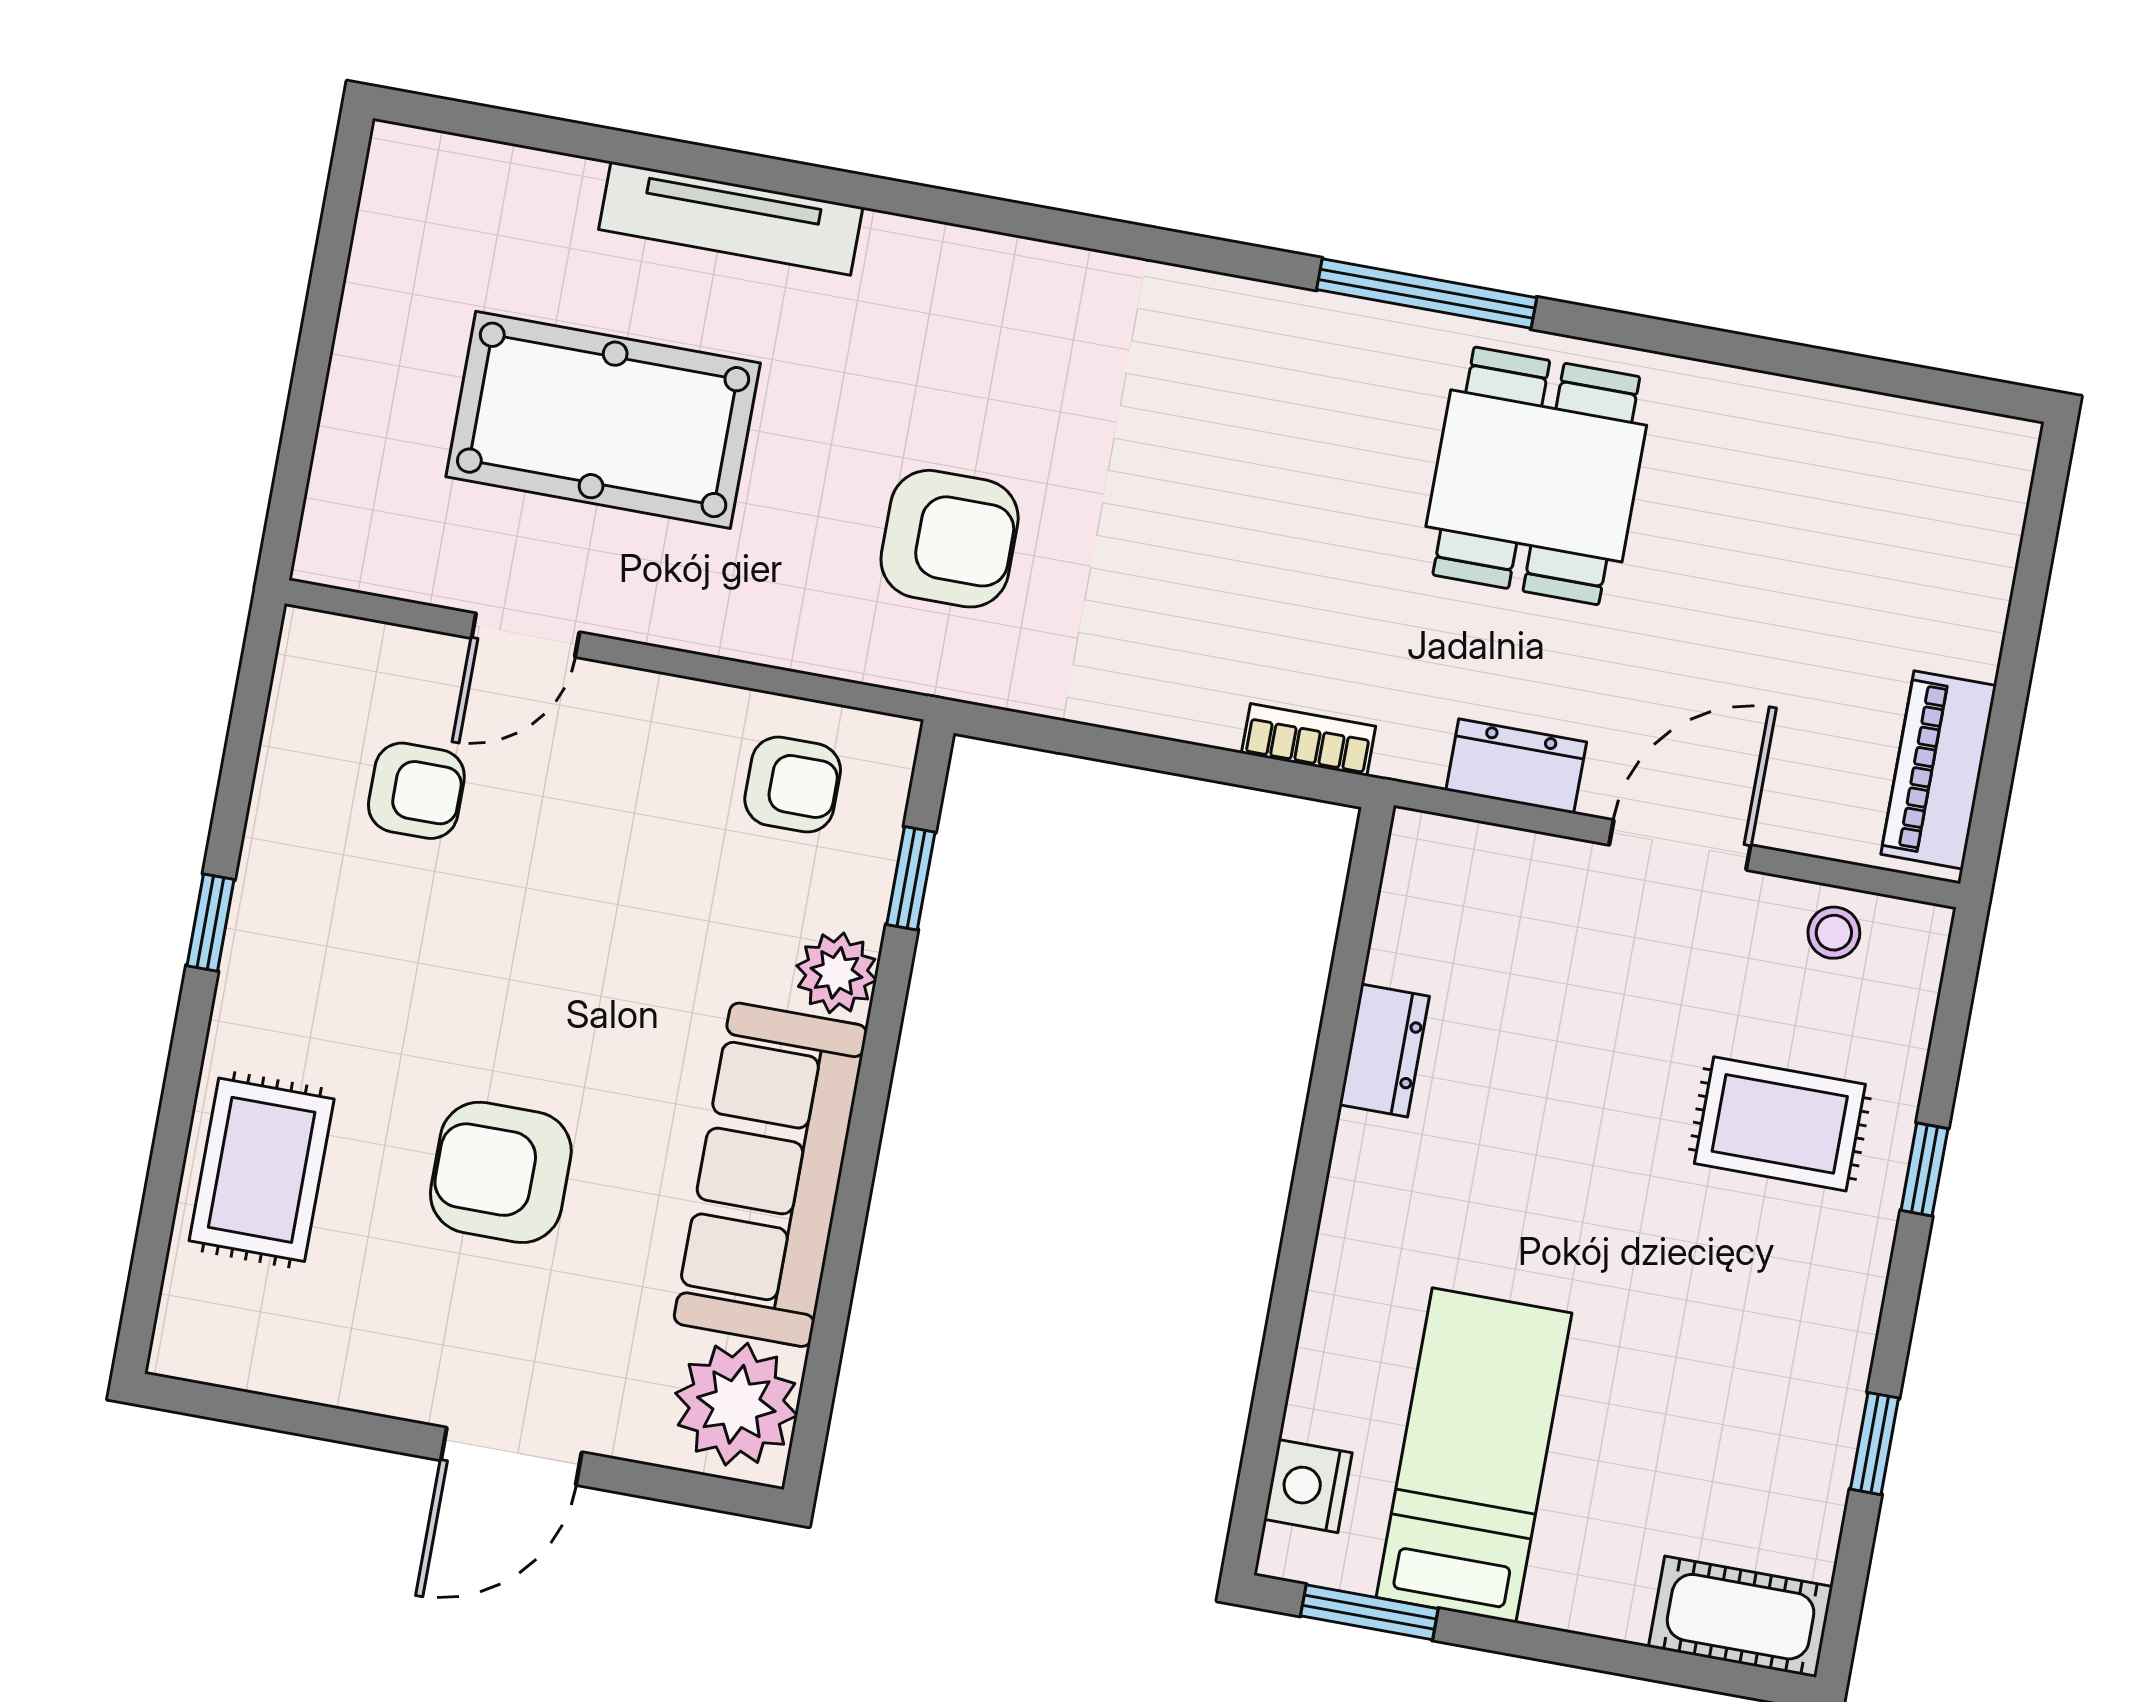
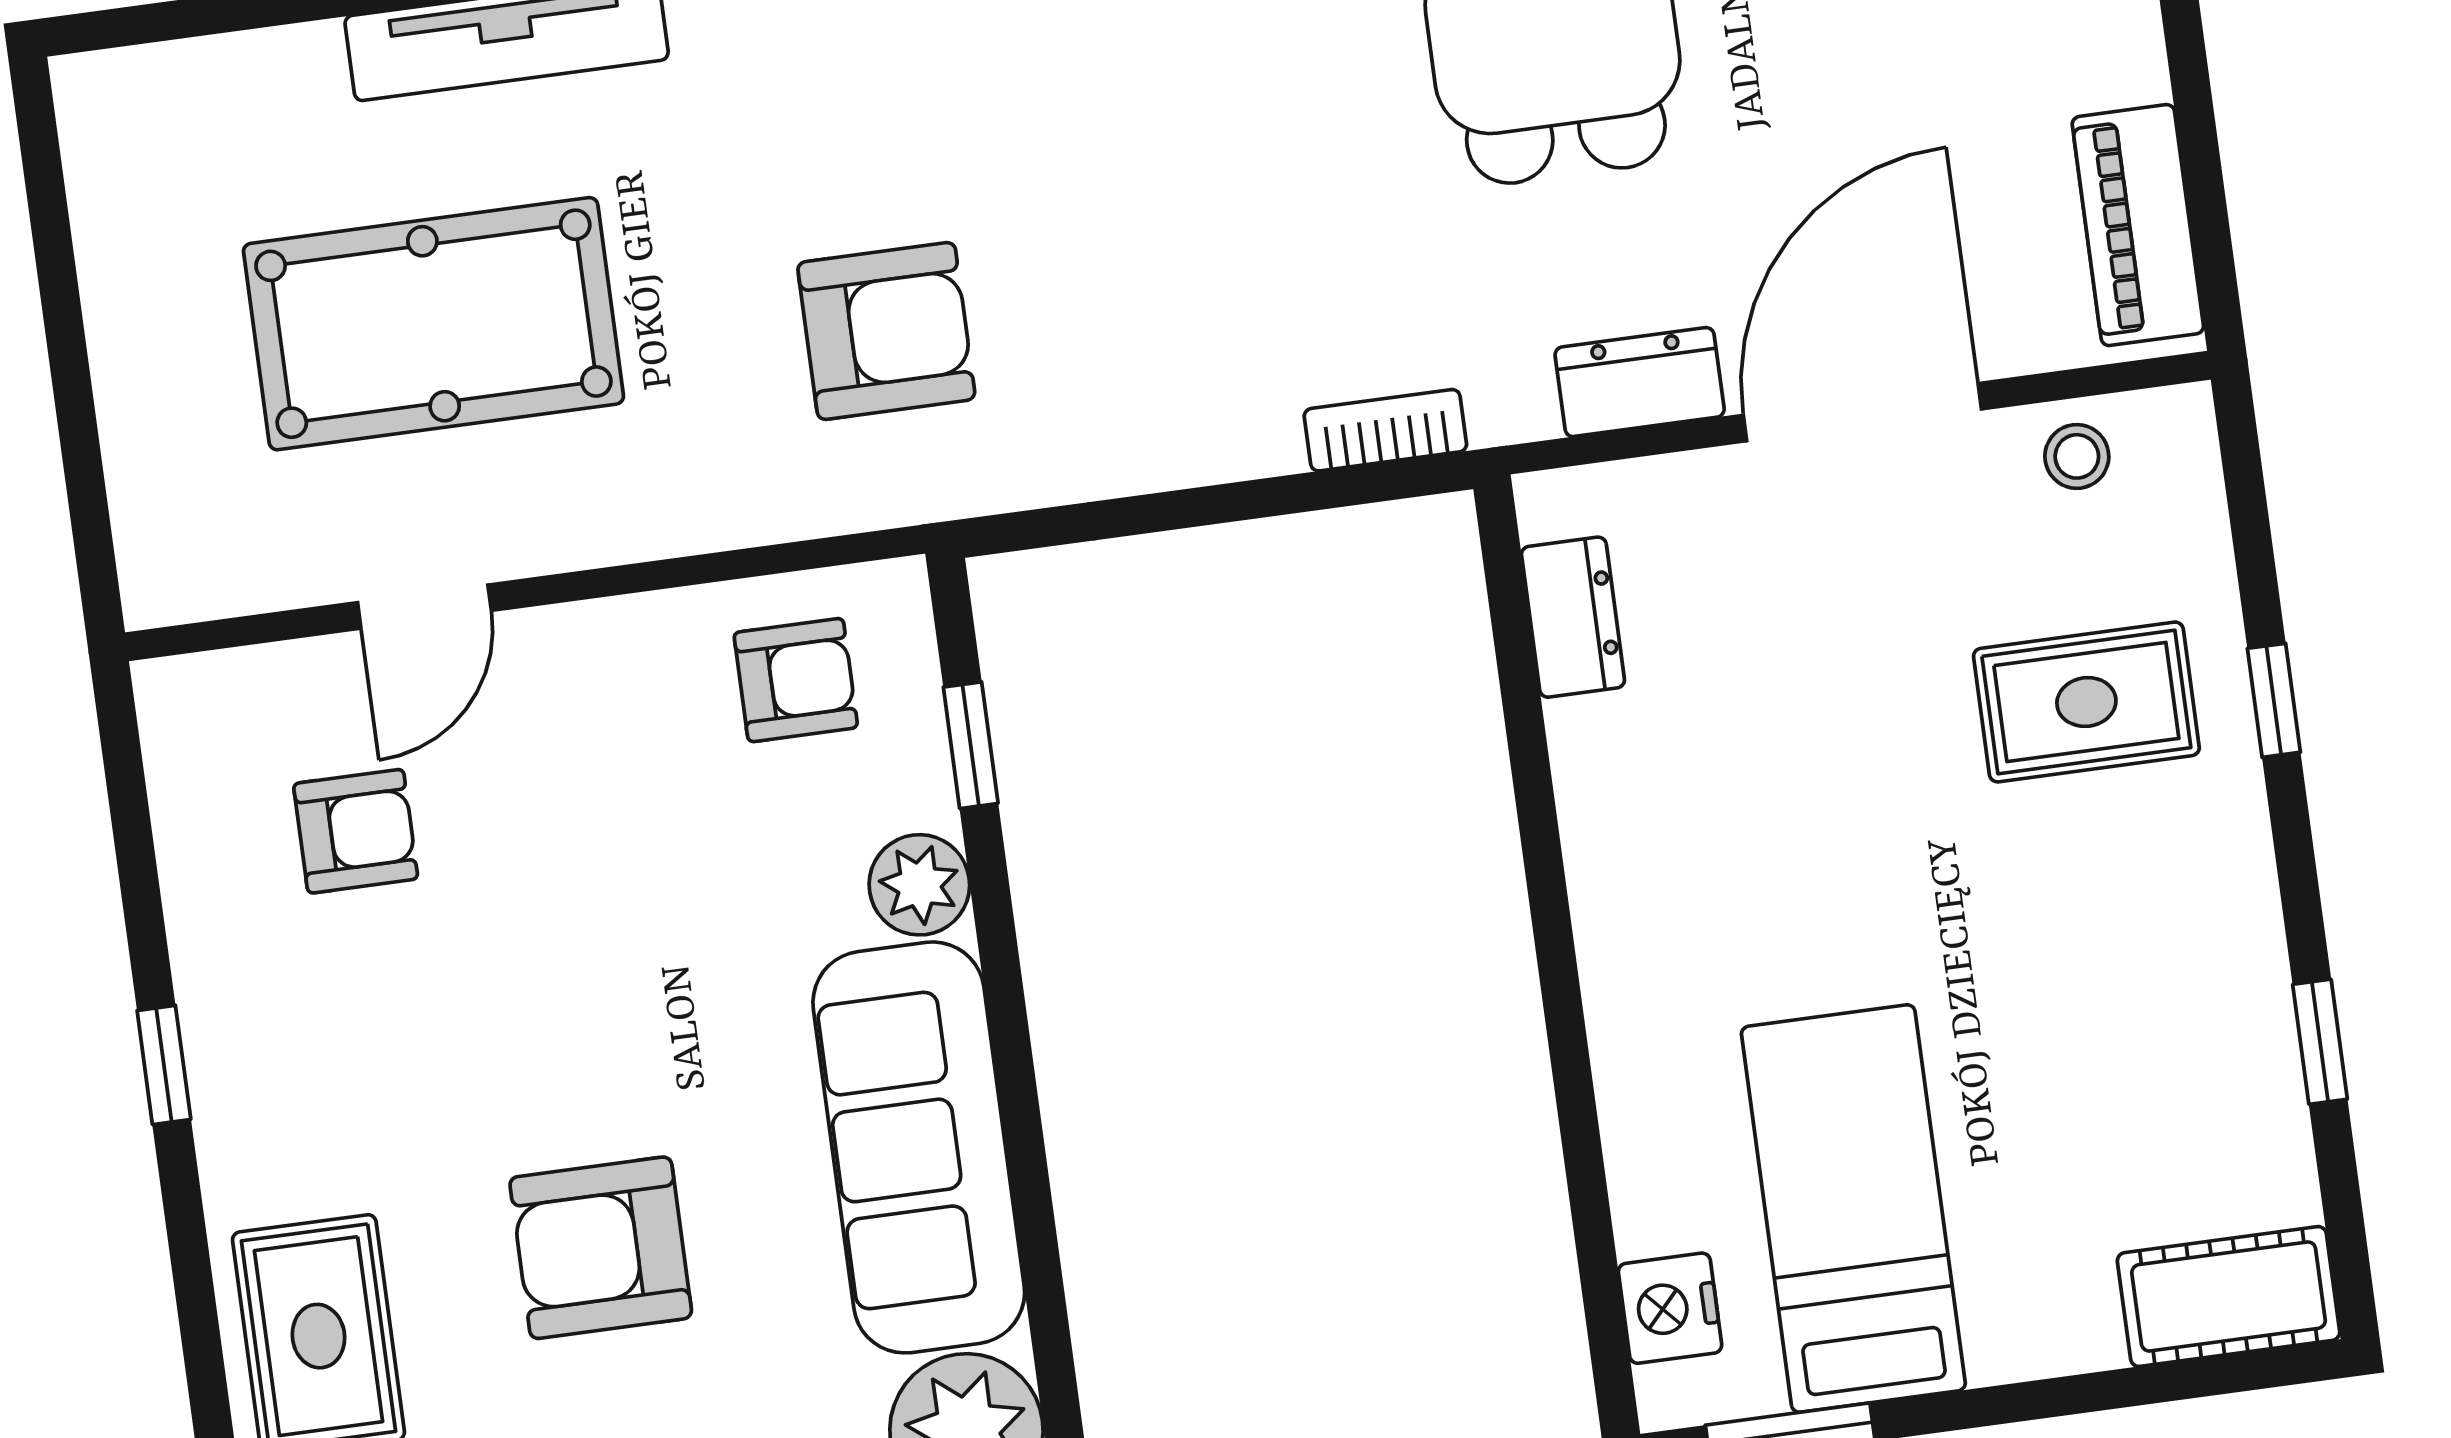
door: (1680, 845) -> (1862, 412), width x1.36
dresser: (1384, 1051) -> (1573, 617), moved

